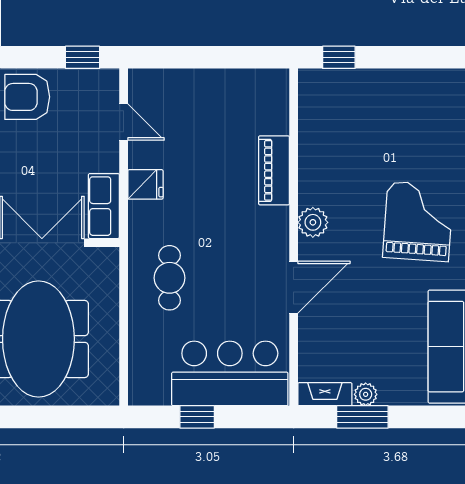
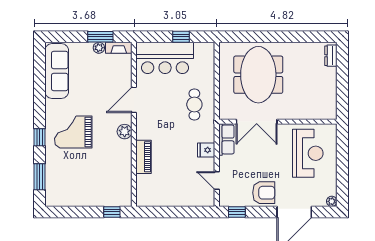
grand piano: (418, 221) -> (73, 132), turned 86

